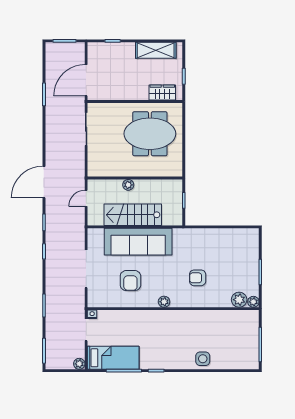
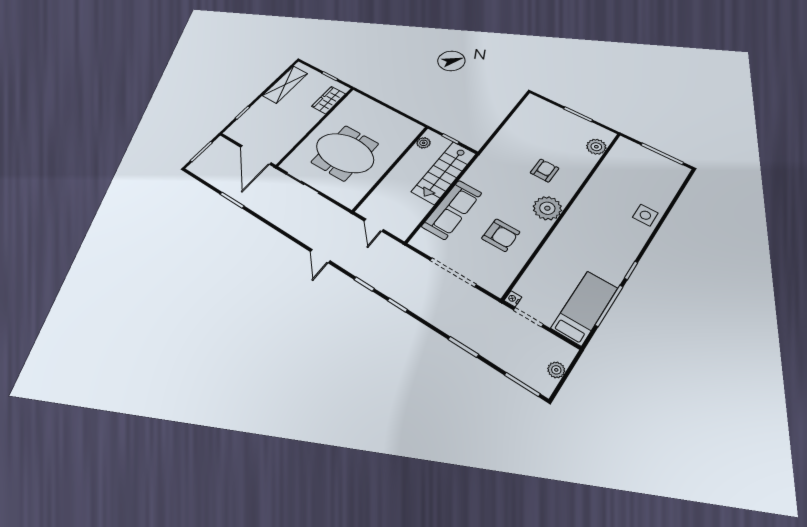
meeting table: (150, 134) -> (345, 153), moved, turned 90
door: (44, 182) -> (320, 256), width x0.53
plant: (128, 185) -> (424, 143), moved
stairs: (133, 215) -> (444, 173), moved
sofa: (138, 242) -> (452, 210), width x0.74, depth x0.79
armchair: (198, 278) -> (545, 170), turned 180
plant: (164, 302) -> (547, 208), width x1.87, depth x1.87
plant: (253, 302) -> (607, 136), removed
plant: (79, 364) -> (556, 370), moved

